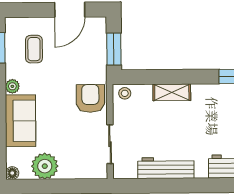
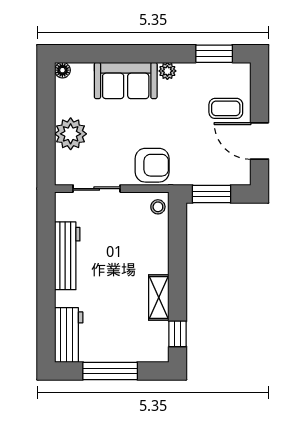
coffee table: (34, 49) -> (226, 108), moved
shelving: (172, 92) -> (159, 297), moved
plant: (45, 166) -> (71, 134), moved

